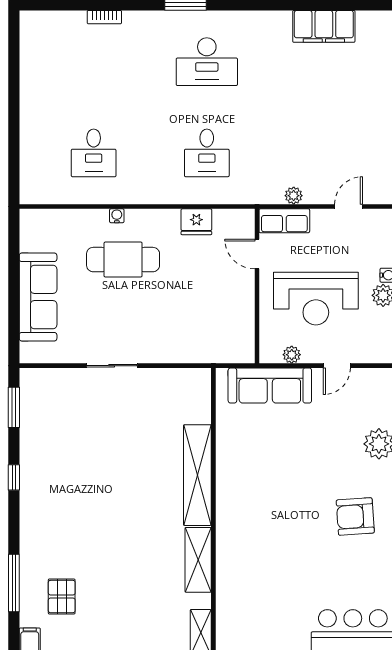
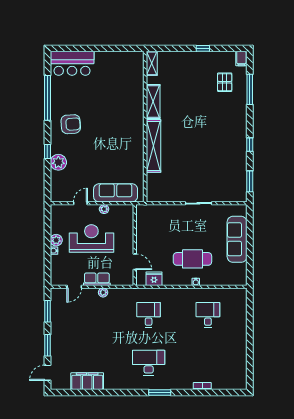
row of seats: (284, 221) -> (97, 279), moved
door: (257, 254) -> (135, 262), moved
wall: (257, 286) -> (135, 245), moved

